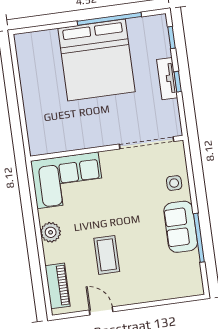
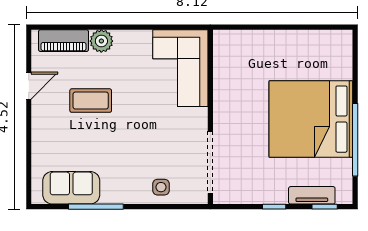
tv unit: (167, 79) -> (312, 195), moved
sofa: (181, 227) -> (71, 188), moved
plant: (51, 232) -> (101, 41), moved

